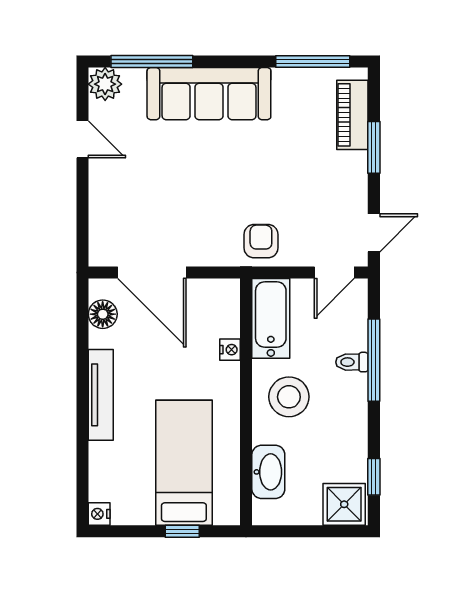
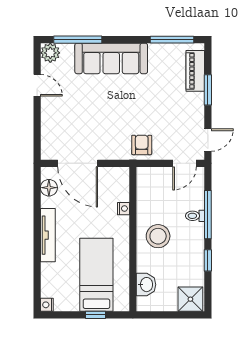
bathtub: (271, 318) -> (147, 190), removed
washbasin: (268, 472) -> (146, 285), width x0.72
window: (374, 477) -> (208, 260), moved

